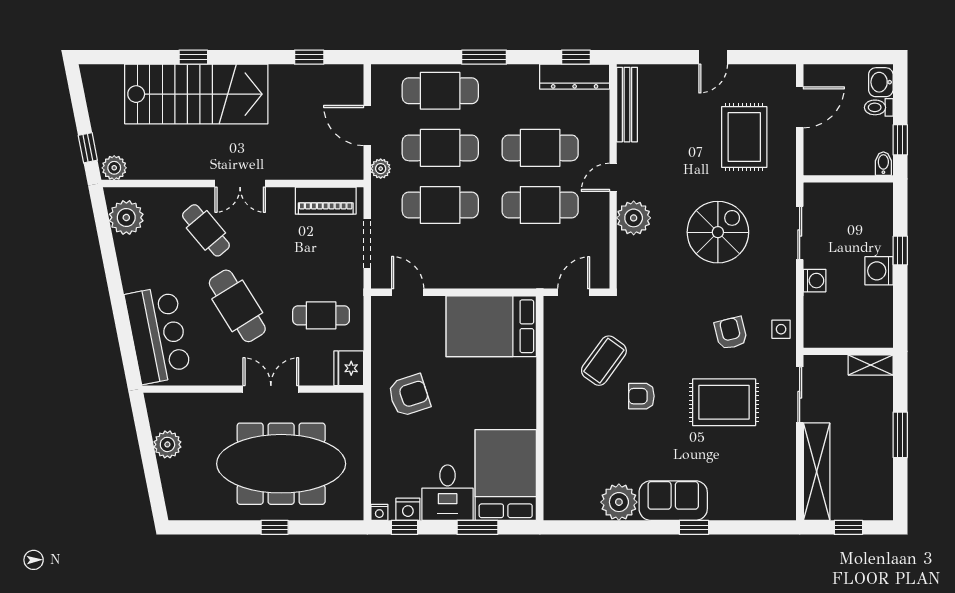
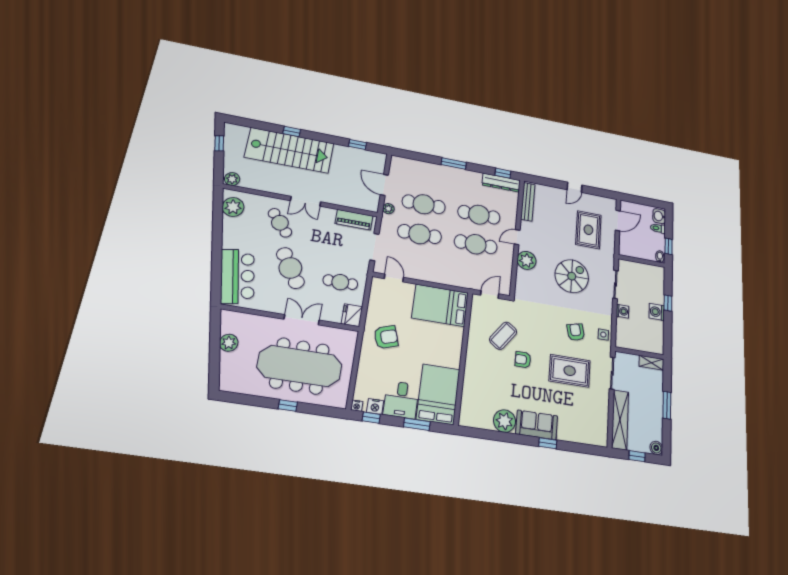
cafe table: (440, 91) -> (428, 175), removed
window: (88, 148) -> (219, 143), moved
boiler: (882, 509) -> (656, 448), added

